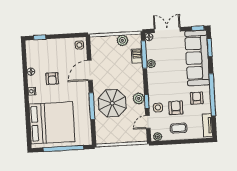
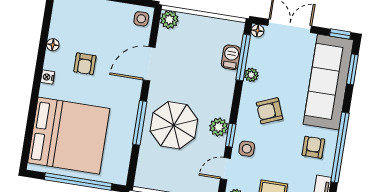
plant: (122, 40) -> (169, 20), moved
armchair: (176, 108) -> (270, 111), moved, turned -112

